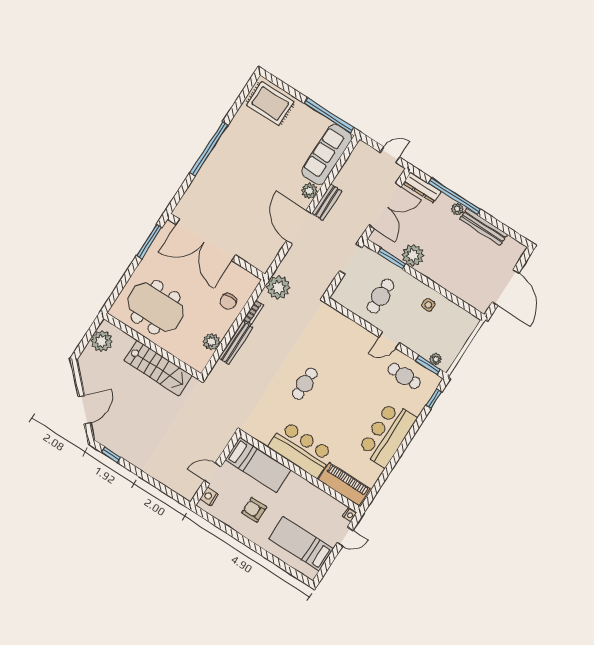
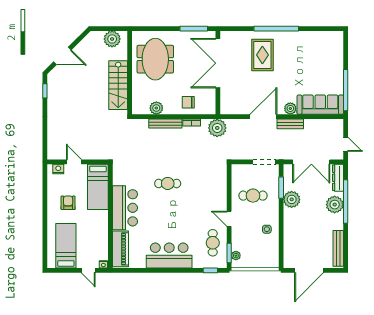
rug: (270, 103) -> (262, 55), moved
plant: (457, 209) -> (335, 205), width x1.88, depth x1.88
bench: (483, 227) -> (338, 248), moved

